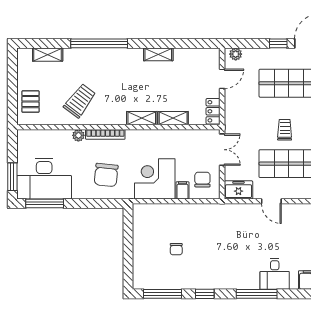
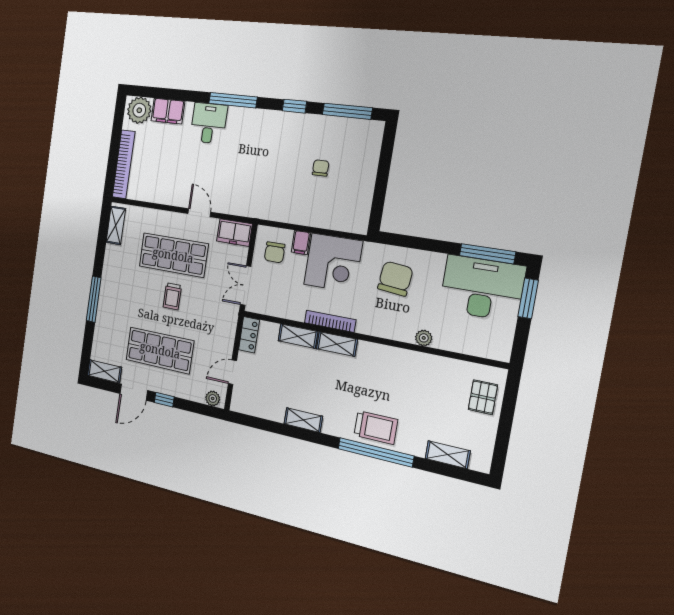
trolley: (80, 101) -> (376, 427), moved, turned -127
bookcase: (105, 134) -> (330, 321), moved

